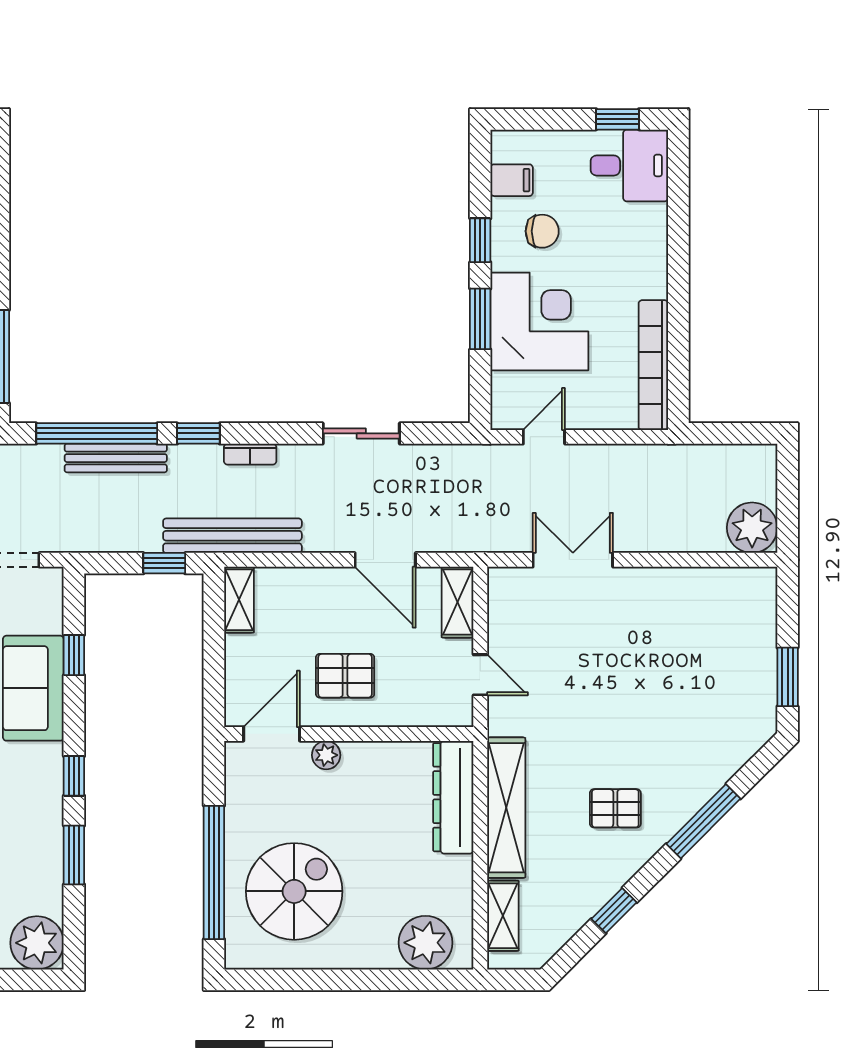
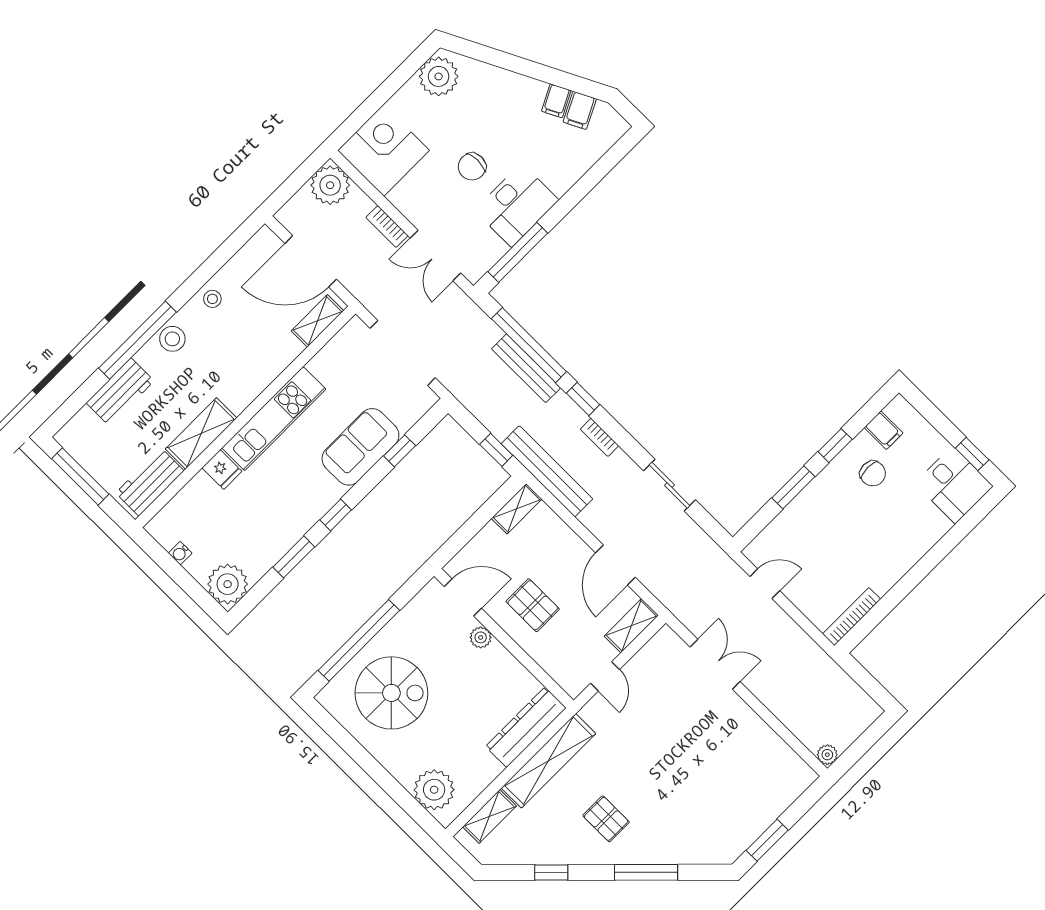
corner desk: (539, 321) -> (823, 520), removed
bookcase: (653, 365) -> (852, 617), width x0.68, depth x0.76
plant: (752, 528) -> (827, 755), width x0.53, depth x0.53

